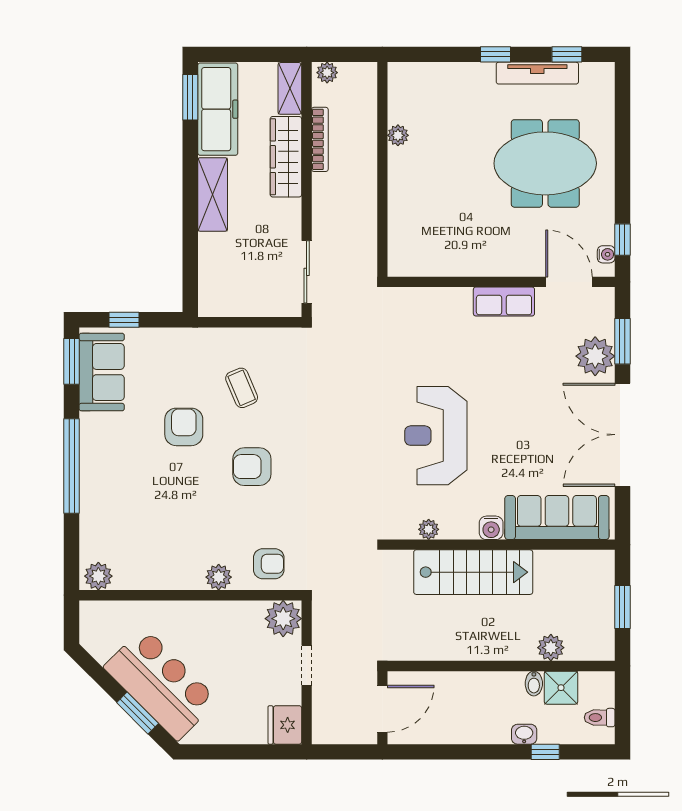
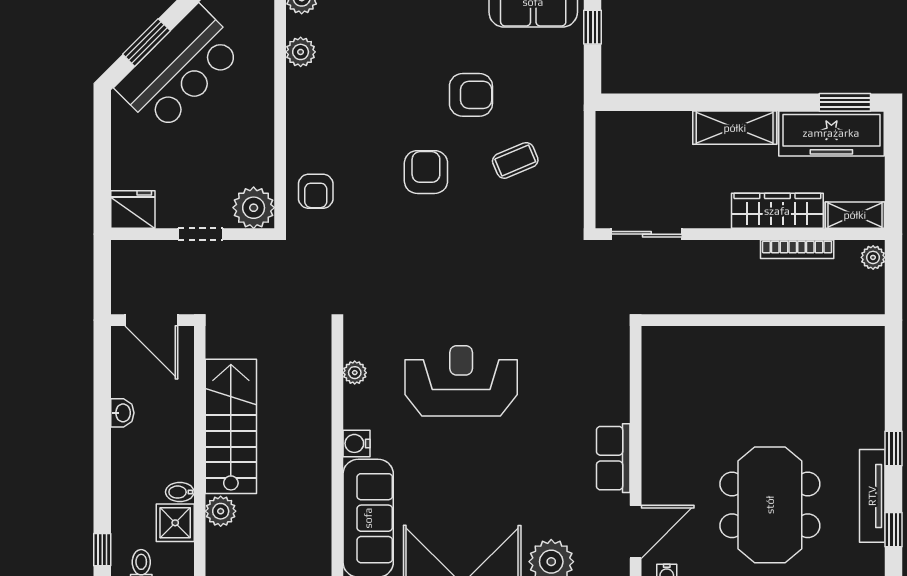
plant: (398, 135) -> (802, 338), removed
stairs: (473, 572) -> (231, 426), moved, turned 180
plant: (219, 577) -> (301, 52), moved
washbasin: (524, 734) -> (122, 413), moved
window: (545, 752) -> (102, 550), moved

